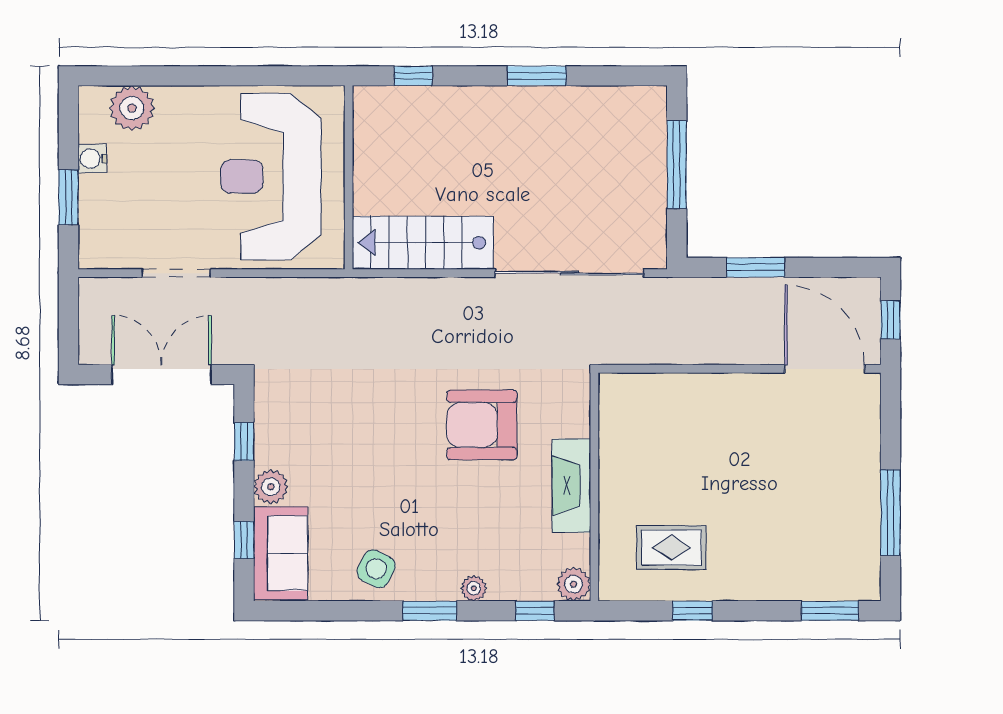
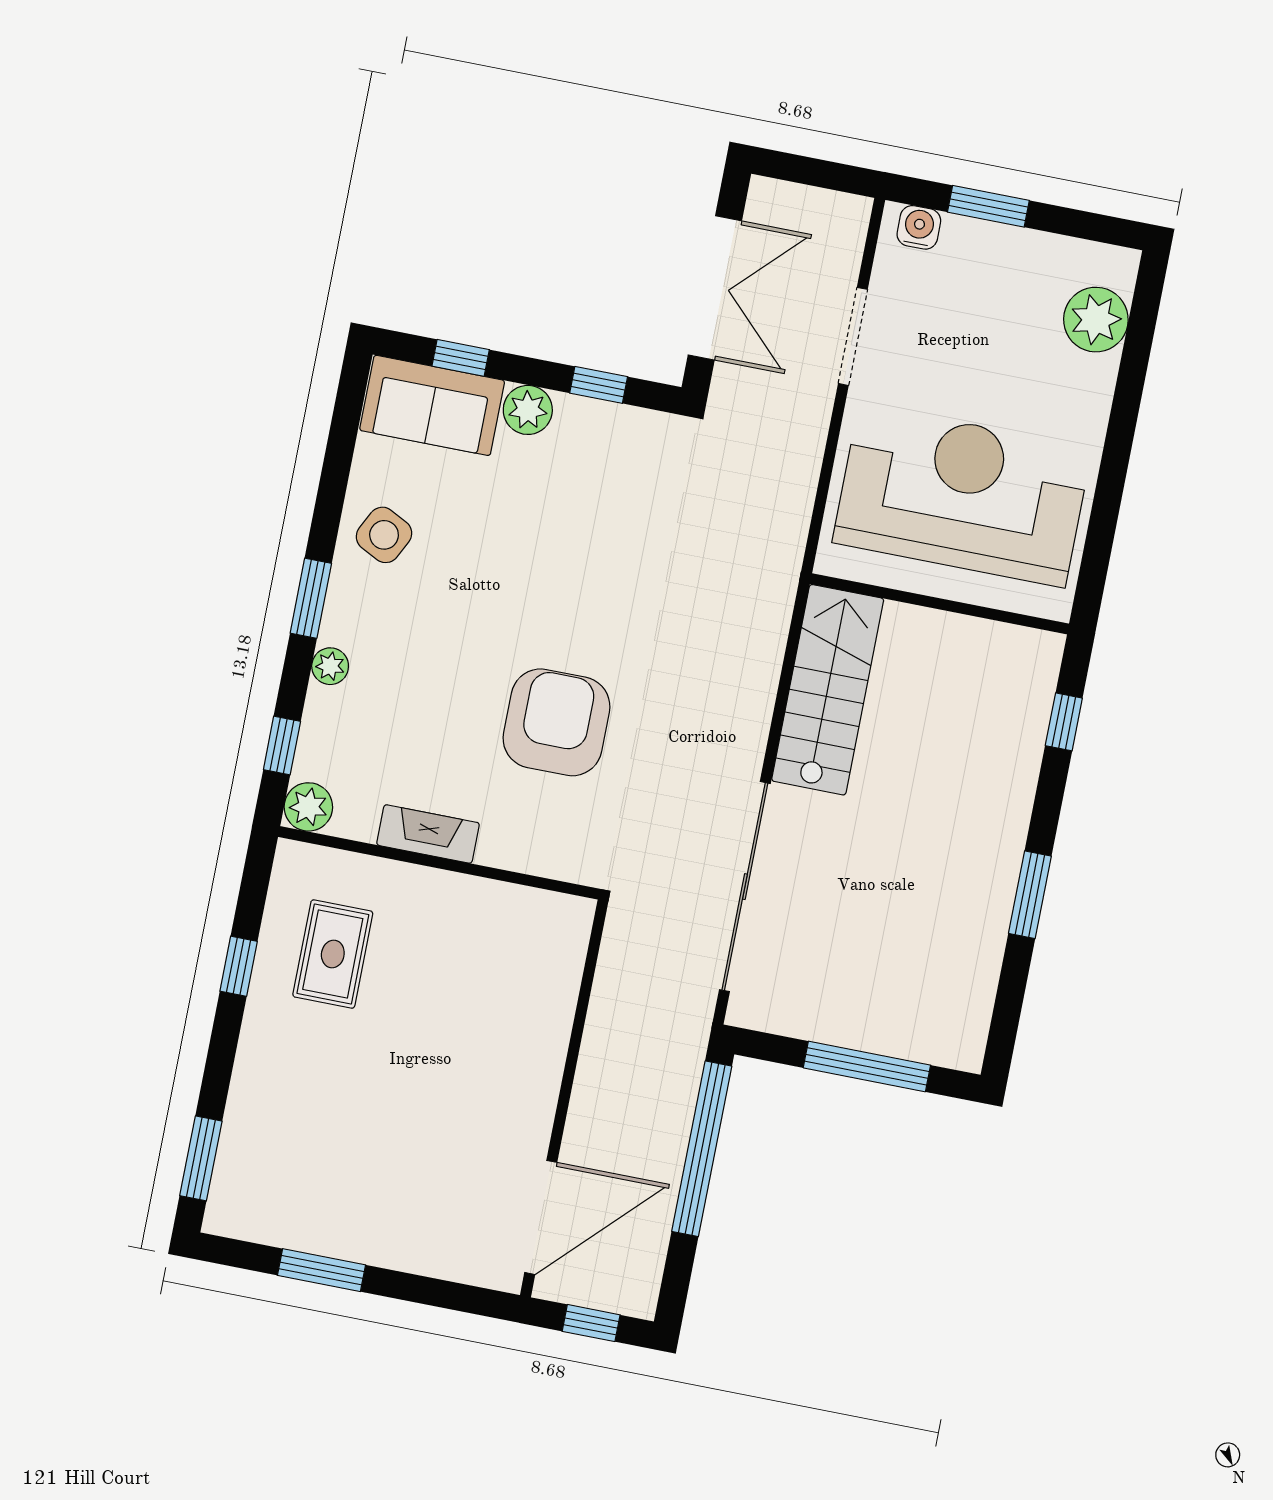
water cooler: (92, 159) -> (919, 227), moved
window: (756, 267) -> (702, 1149), width x2.11
fireplace: (571, 486) -> (428, 834), width x0.73, depth x0.76
window: (890, 513) -> (321, 1270), width x0.69

